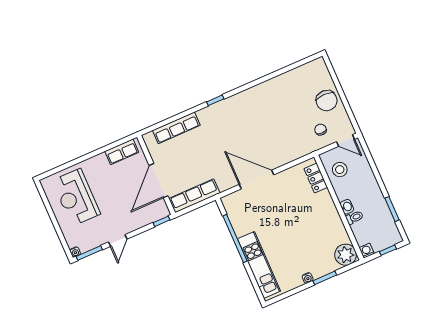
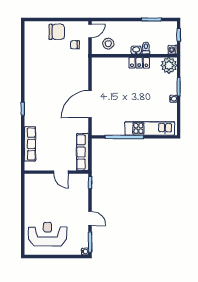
row of seats: (122, 152) -> (30, 189), removed
locker: (316, 178) -> (139, 63), moved
door: (159, 181) -> (61, 172), width x0.53
reception desk: (76, 197) -> (48, 234), turned 180

